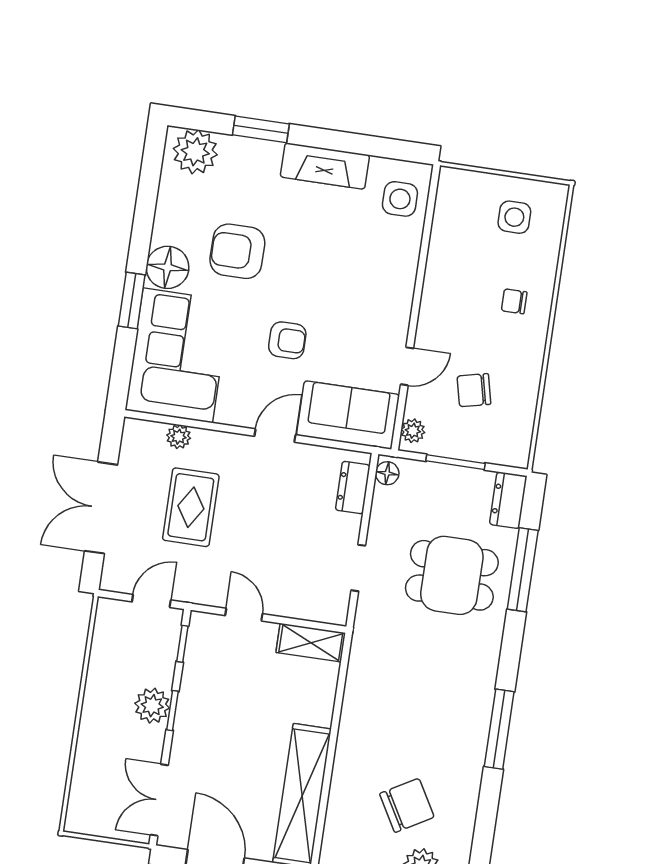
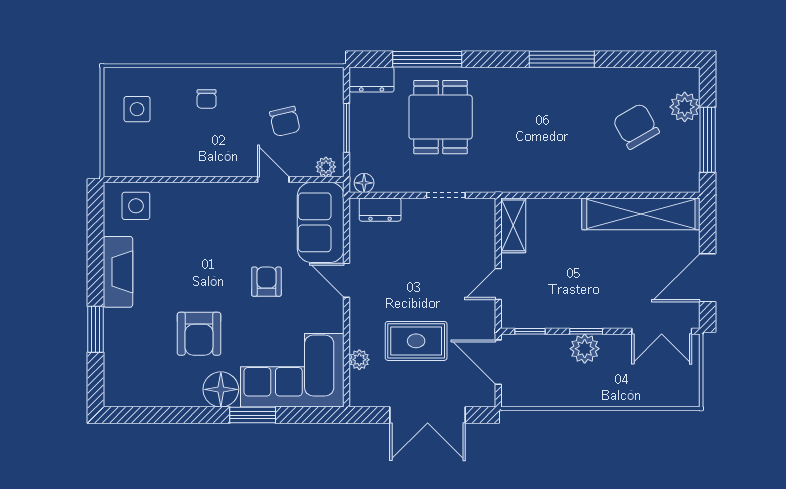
plant: (195, 152) -> (122, 381), removed
door: (151, 601) -> (498, 362), width x1.37

